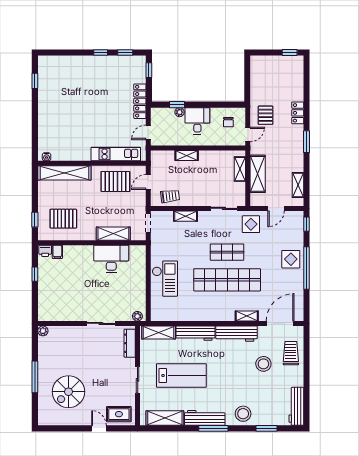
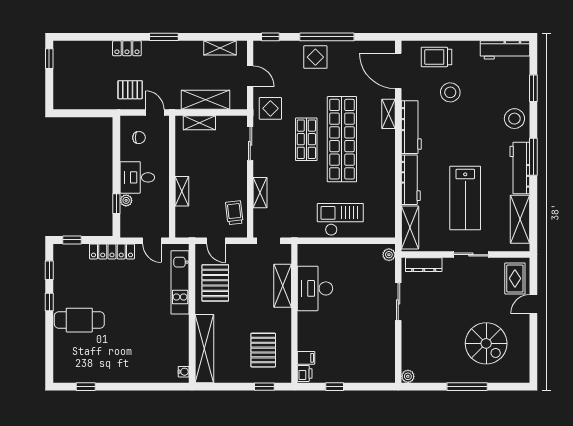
cafe table: (87, 76) -> (79, 320), added
lab bench: (181, 375) -> (465, 198), turned 180

